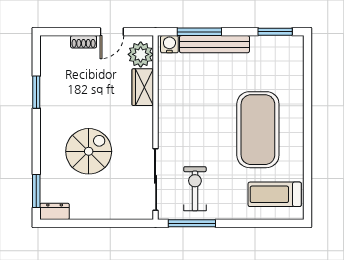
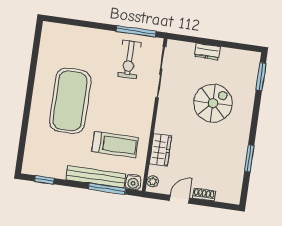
window: (275, 32) -> (44, 180), width x0.67
plant: (141, 54) -> (153, 181), width x0.53, depth x0.53
spiral stairs: (89, 151) -> (213, 103), turned 180
treadmill: (275, 194) -> (115, 145), moved
dresser: (55, 211) -> (207, 52), moved

